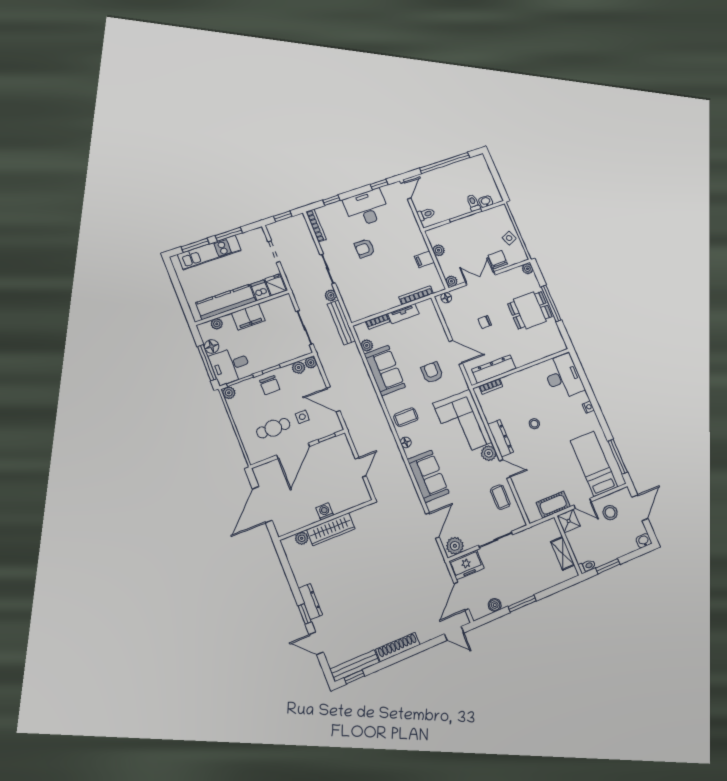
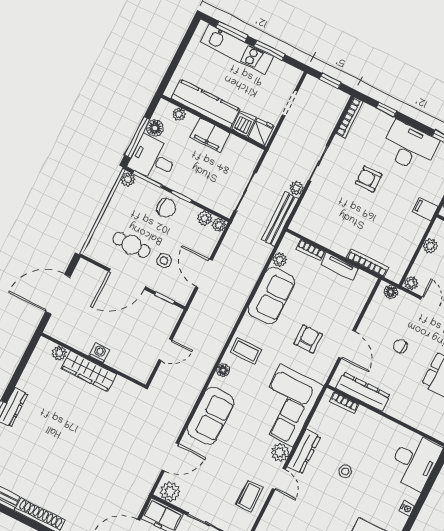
filing cabinet: (424, 259) -> (425, 209), moved
chair: (270, 385) -> (166, 208), turned -90

